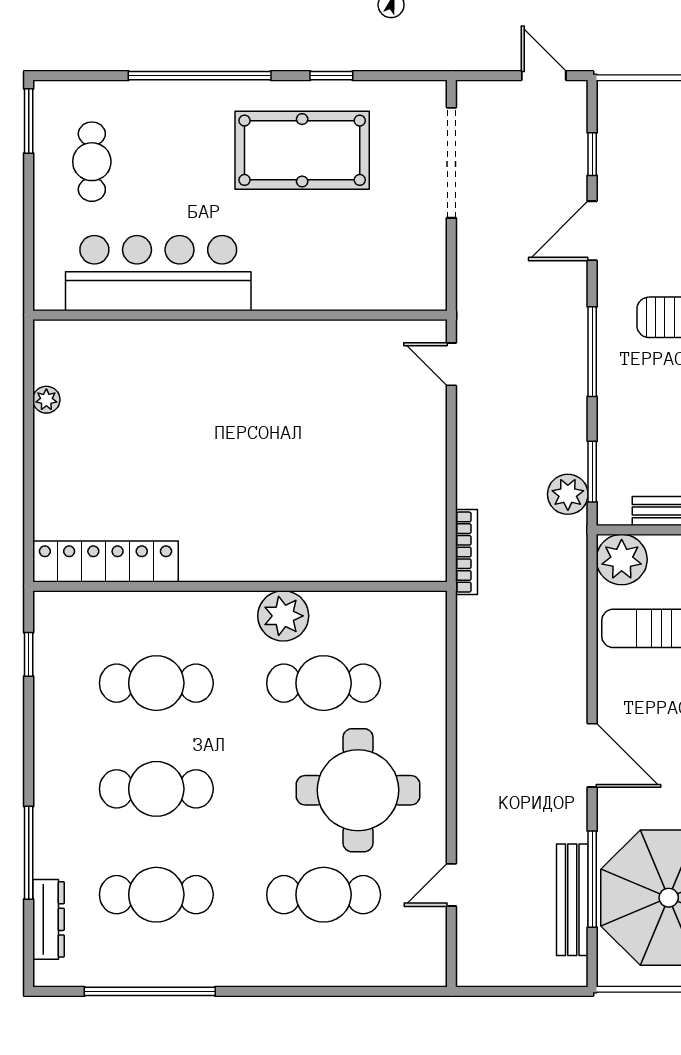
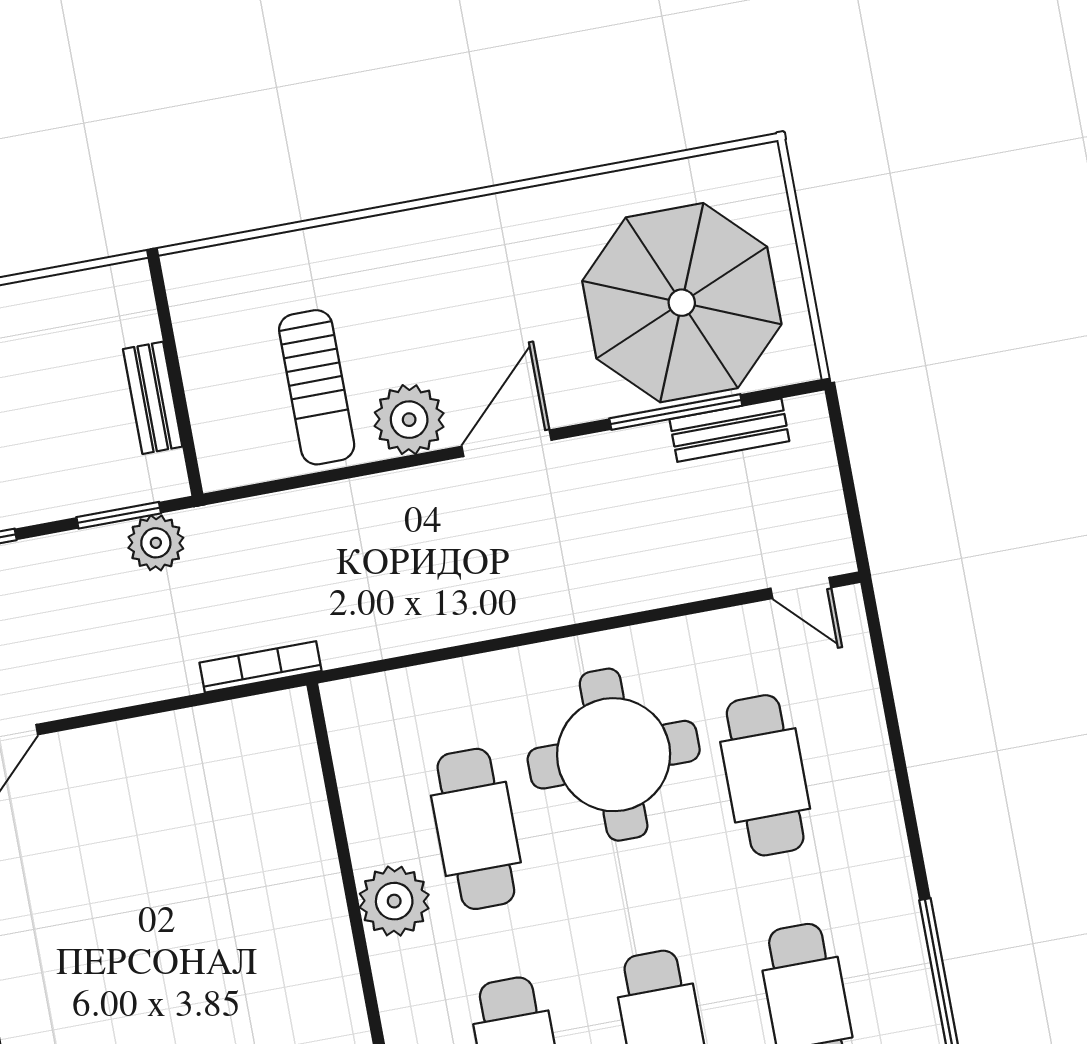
plant: (622, 560) -> (409, 420), moved
door: (451, 885) -> (801, 588), moved
bench: (572, 900) -> (729, 430), width x0.73

